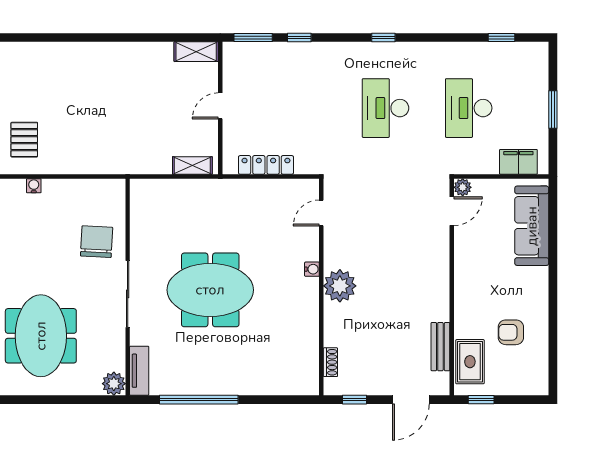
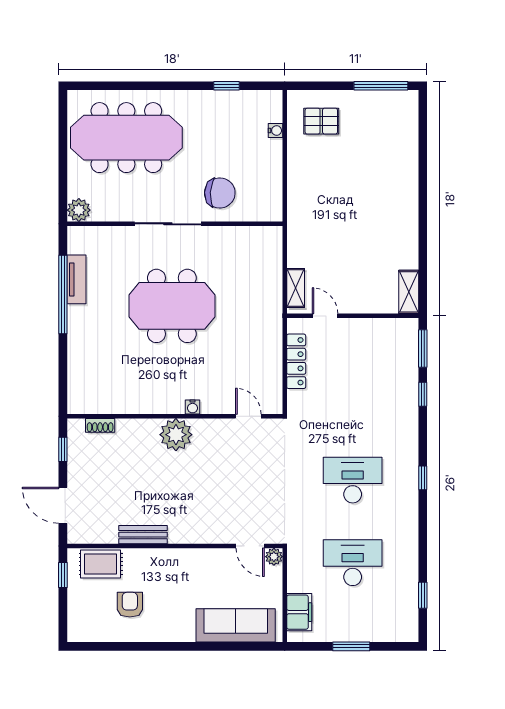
door: (220, 106) -> (325, 316), moved
meeting table: (210, 290) -> (172, 306), turned 90
meeting table: (41, 336) -> (126, 138), width x1.36
bench: (440, 347) -> (143, 535), moved
tv unit: (139, 371) -> (76, 279), moved, turned -90

